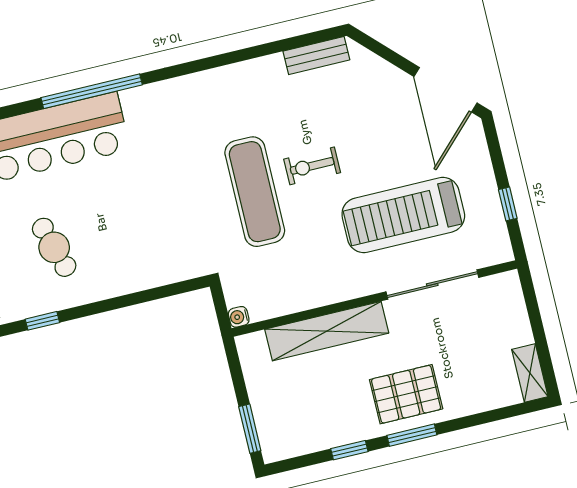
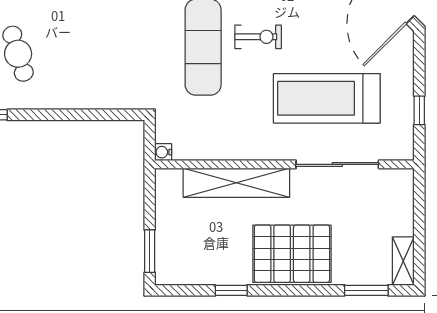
exercise bike: (312, 166) -> (258, 37), turned 180
pallet: (406, 394) -> (292, 254), width x1.37, depth x1.41
window: (412, 435) -> (366, 290), moved

